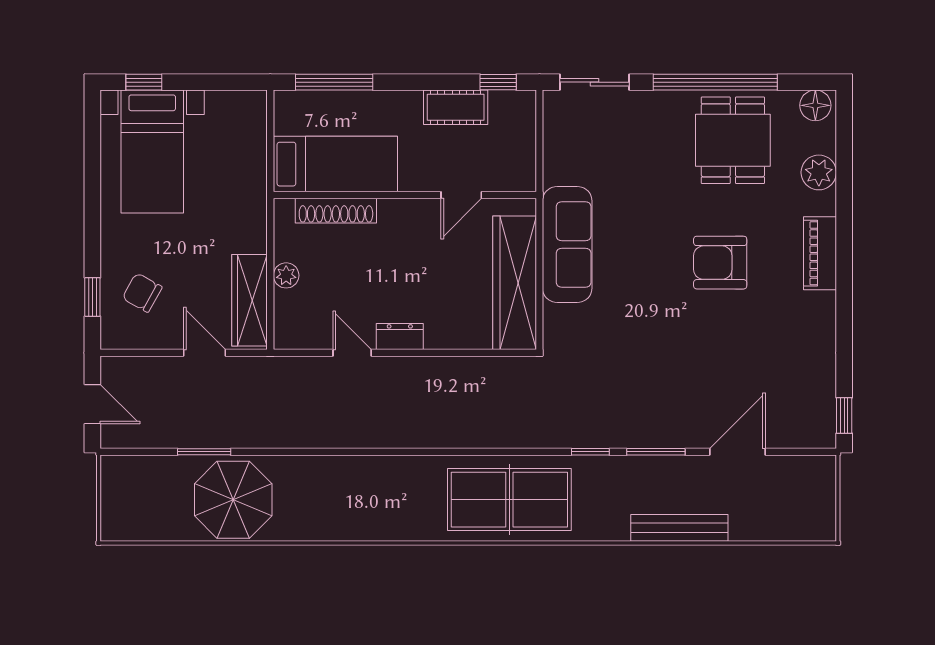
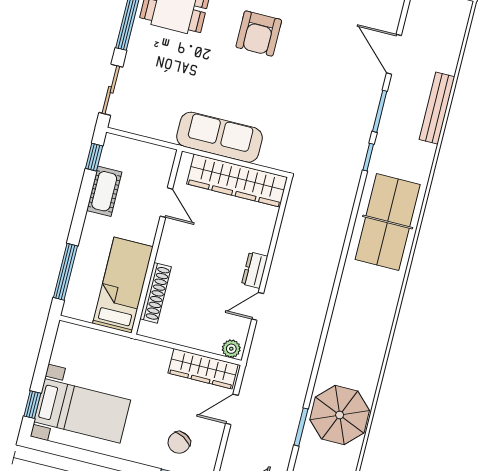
plant: (286, 275) -> (231, 349), moved

